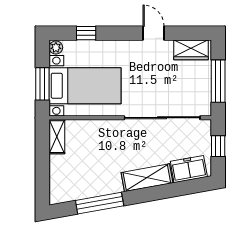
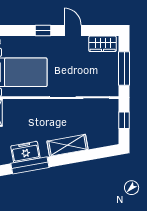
window: (86, 33) -> (43, 31), moved
freezer: (189, 169) -> (25, 152), moved

